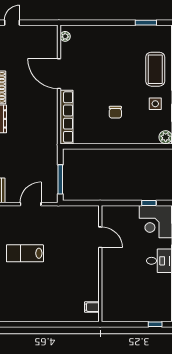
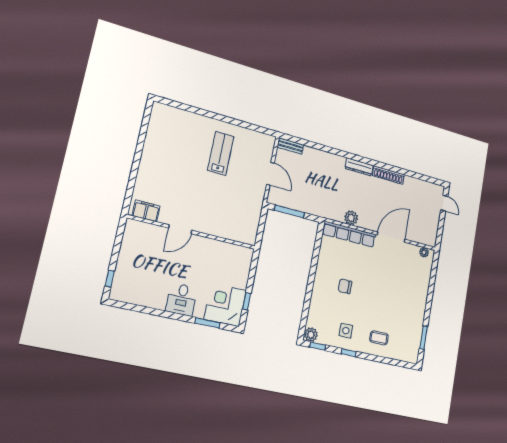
coffee table: (155, 69) -> (379, 338), width x0.54, depth x0.58
plant: (51, 118) -> (351, 218), added
door: (100, 237) -> (180, 229), moved
filing cabinet: (92, 307) -> (146, 211), width x2.00

